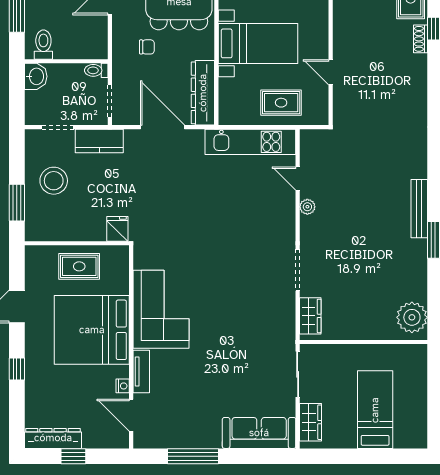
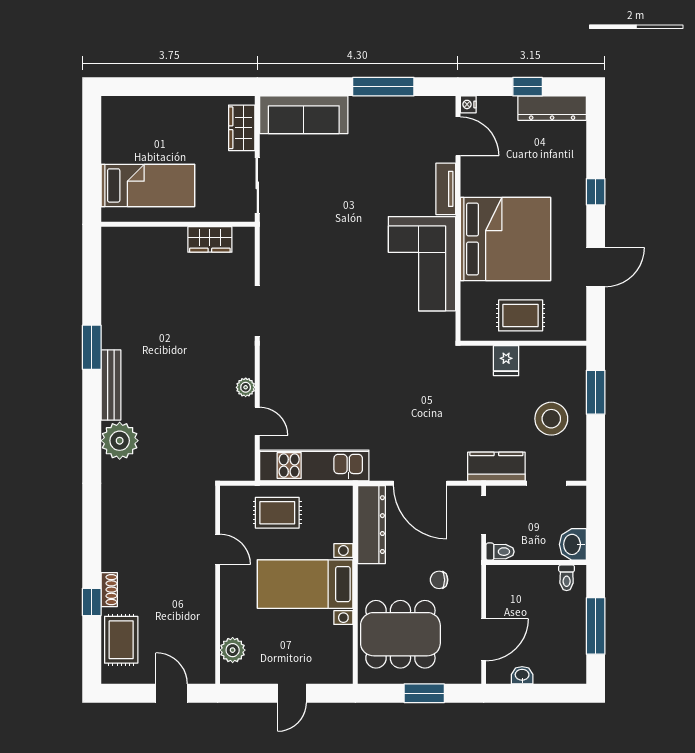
toilet: (43, 45) -> (567, 578), width x0.73, depth x0.72
fridge: (117, 229) -> (506, 361), moved
wardrobe: (310, 316) -> (210, 239), moved, turned -90
plant: (412, 317) -> (120, 441), moved
nightstand: (123, 386) -> (468, 104), moved
bed: (375, 410) -> (148, 185), moved, turned -90

